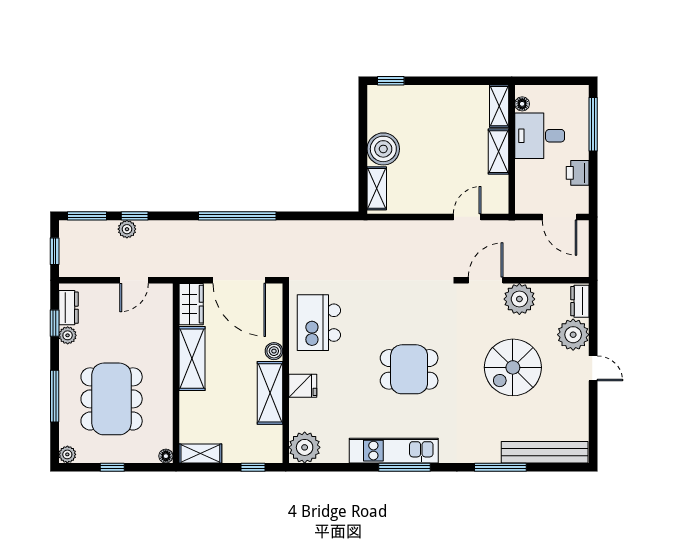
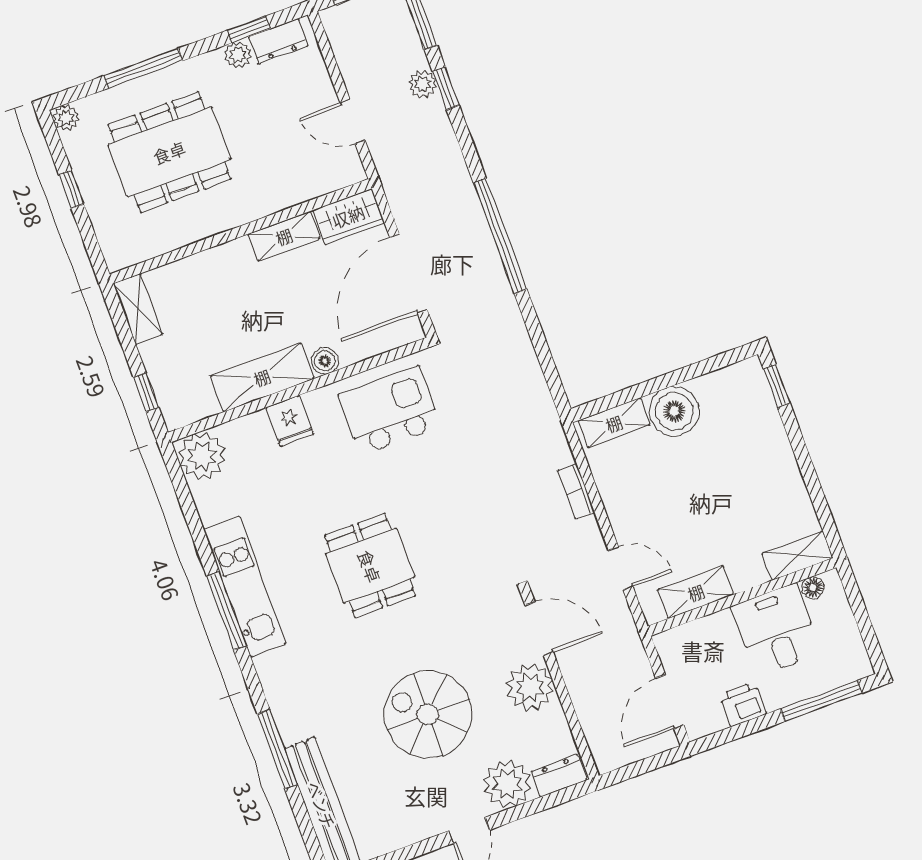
shelving: (498, 152) -> (696, 592), moved
bookcase: (410, 227) -> (576, 491), added
shelving: (192, 359) -> (284, 236), width x0.67, depth x0.75
floor lamp: (166, 456) -> (116, 261), removed

